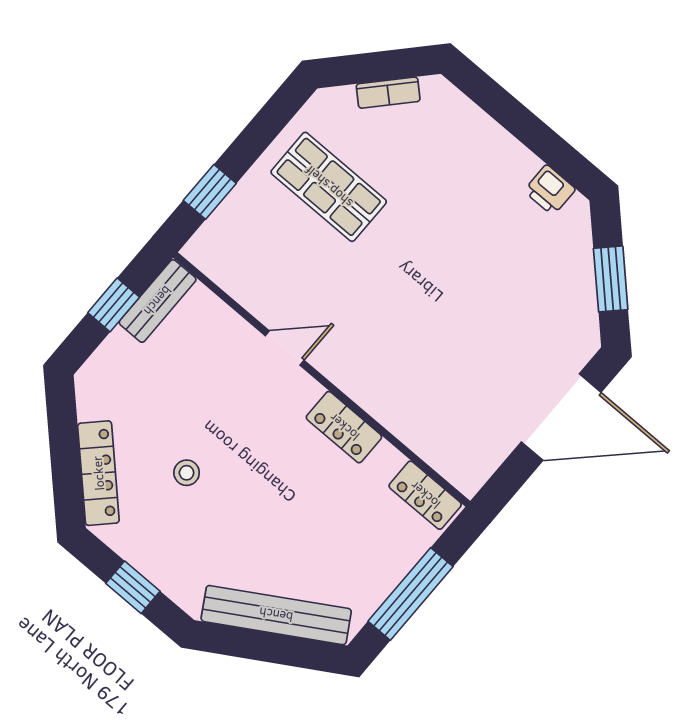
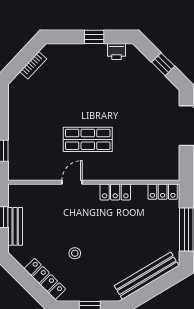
window: (533, 133) -> (94, 37), added
shop shelf: (329, 187) -> (88, 139), moved
window: (611, 279) -> (163, 64), width x0.67
bench: (158, 301) -> (15, 226), moved

